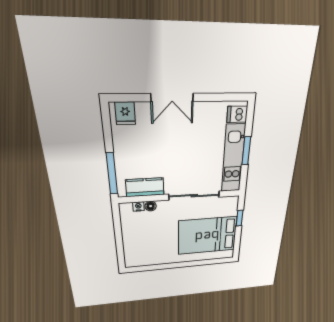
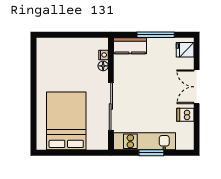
dishwasher: (237, 114) -> (185, 115), moved, turned -90
window: (112, 174) -> (156, 35), moved
kitchen counter: (145, 187) -> (130, 46), moved, turned 90
window: (239, 218) -> (83, 153), removed

